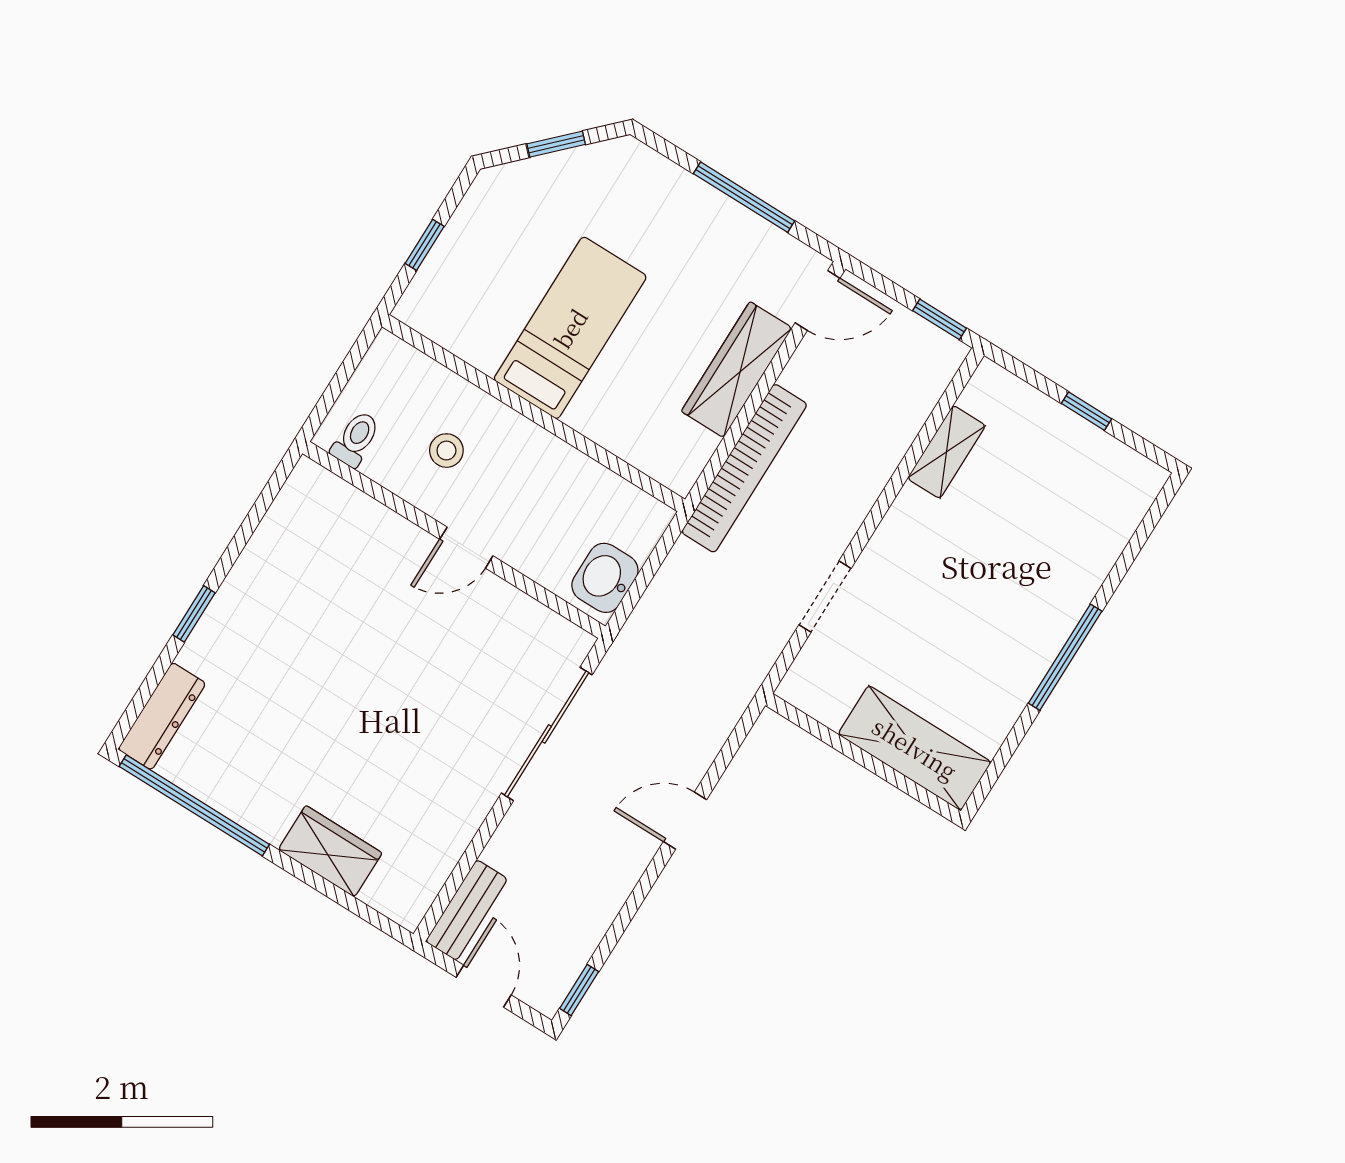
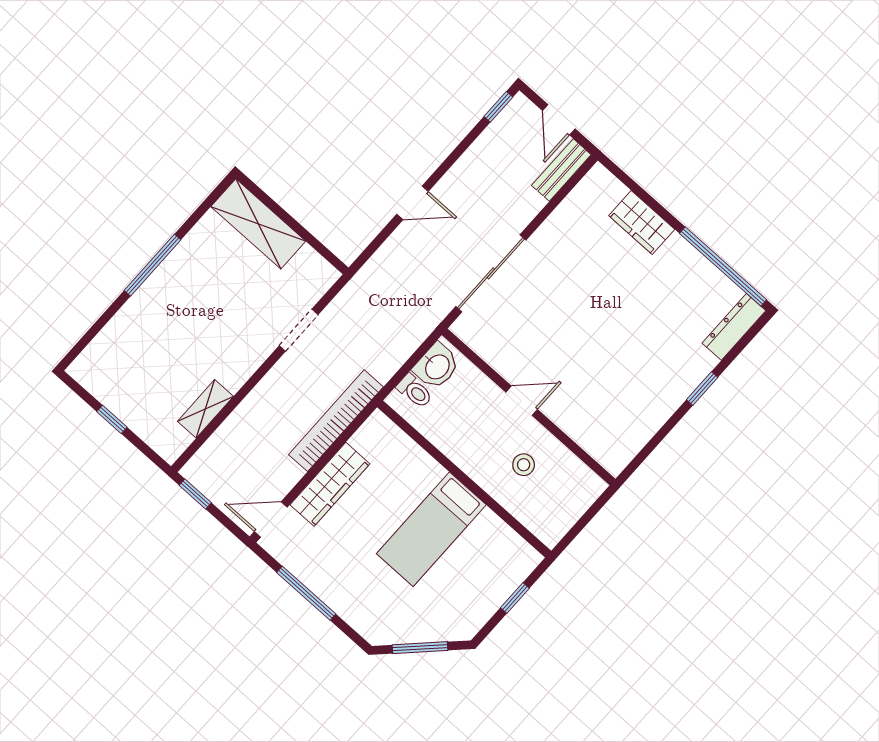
window: (556, 144) -> (420, 648), width x1.50
toilet: (356, 439) -> (415, 391), moved, turned -90

